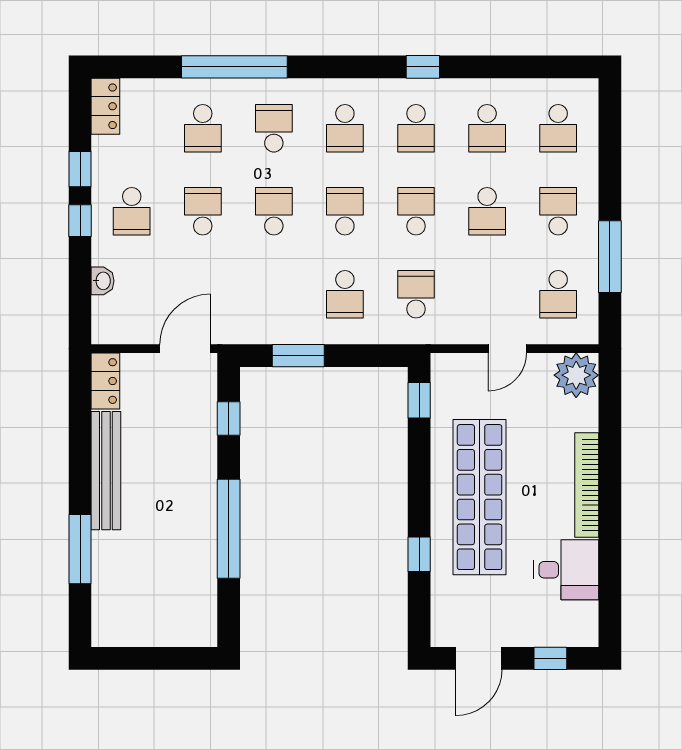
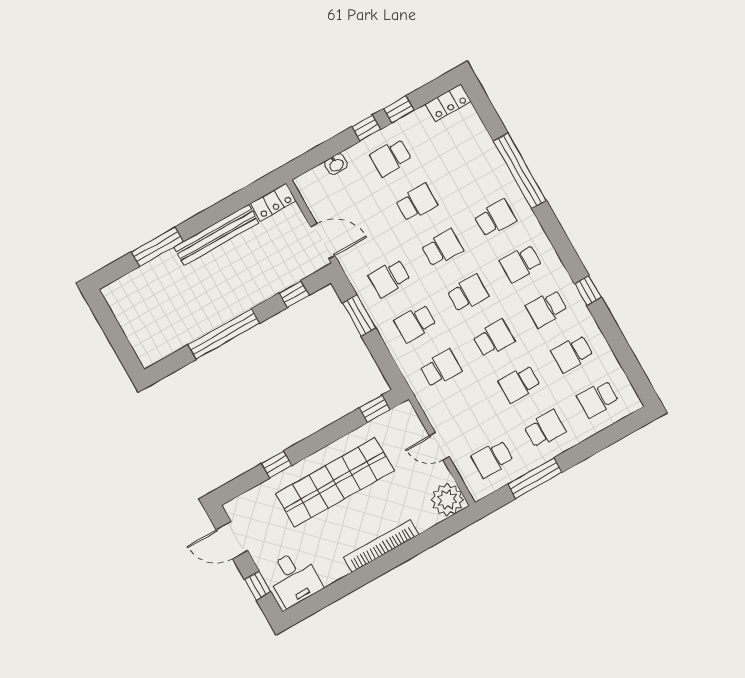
school desk: (203, 128) -> (389, 278), moved
desk: (566, 570) -> (294, 578), moved

